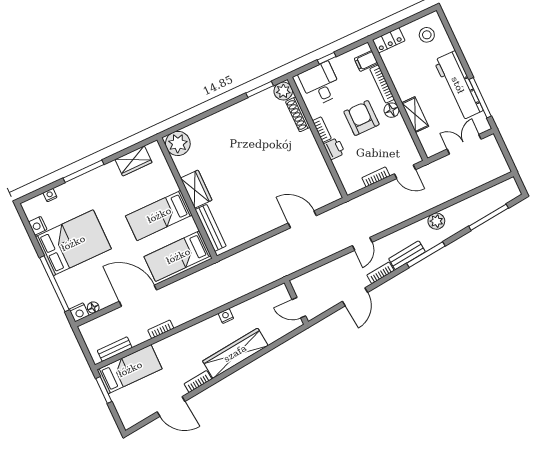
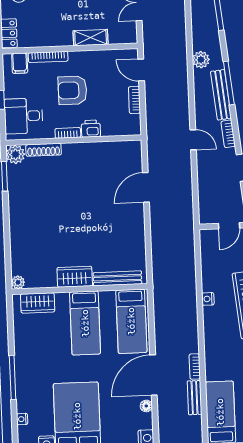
floor lamp: (392, 110) -> (77, 58), removed
plant: (178, 143) -> (18, 282), width x0.53, depth x0.53
wardrobe: (133, 161) -> (38, 303), moved, turned 90
door: (405, 172) -> (141, 70), swing flipped
bench: (407, 255) -> (221, 95), width x1.36
floor lamp: (93, 307) -> (146, 406), moved
bench: (115, 349) -> (195, 398), moved

